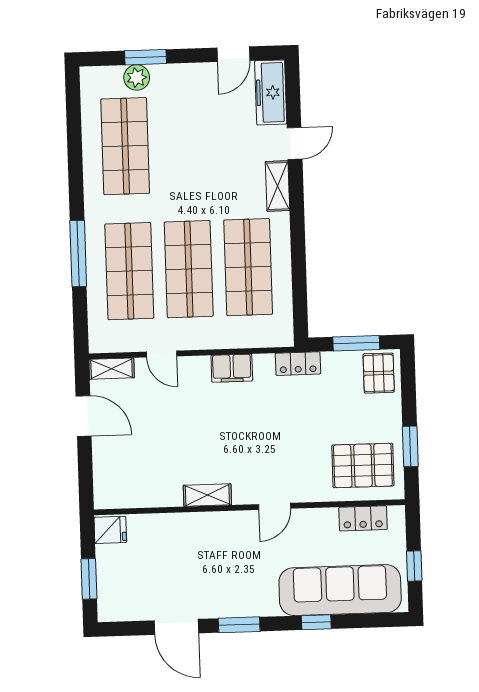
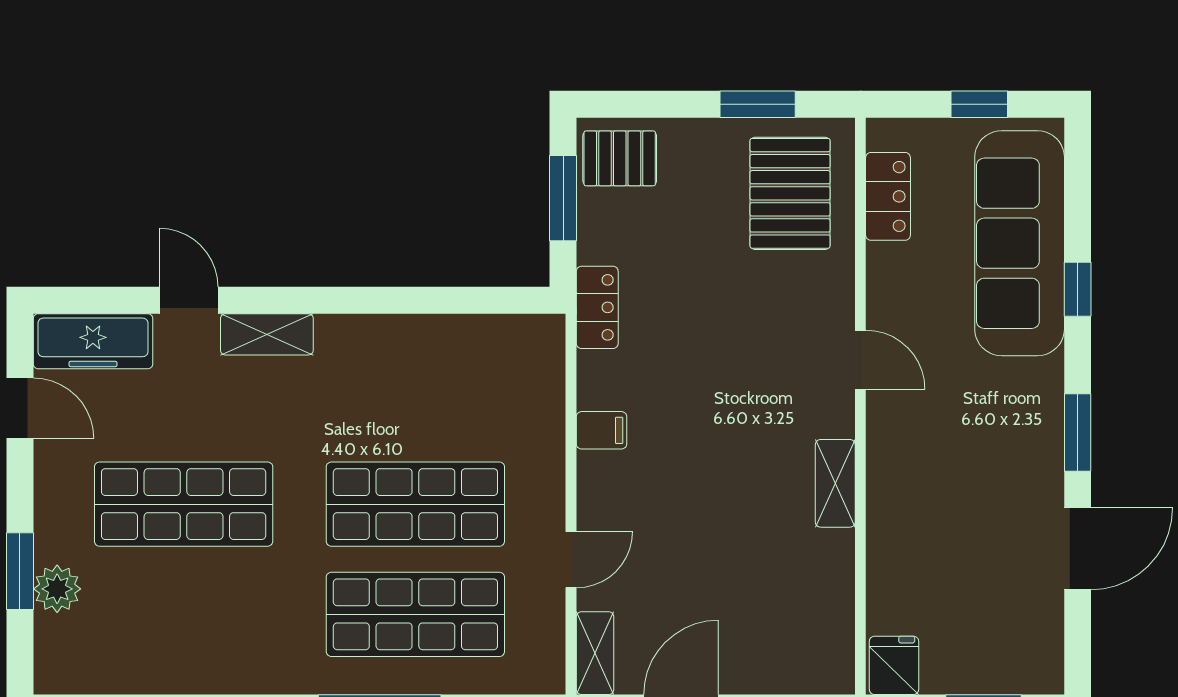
shop shelf: (125, 146) -> (184, 504), moved
shop shelf: (248, 267) -> (415, 394), removed
filing cabinet: (232, 368) -> (602, 430), width x0.50

